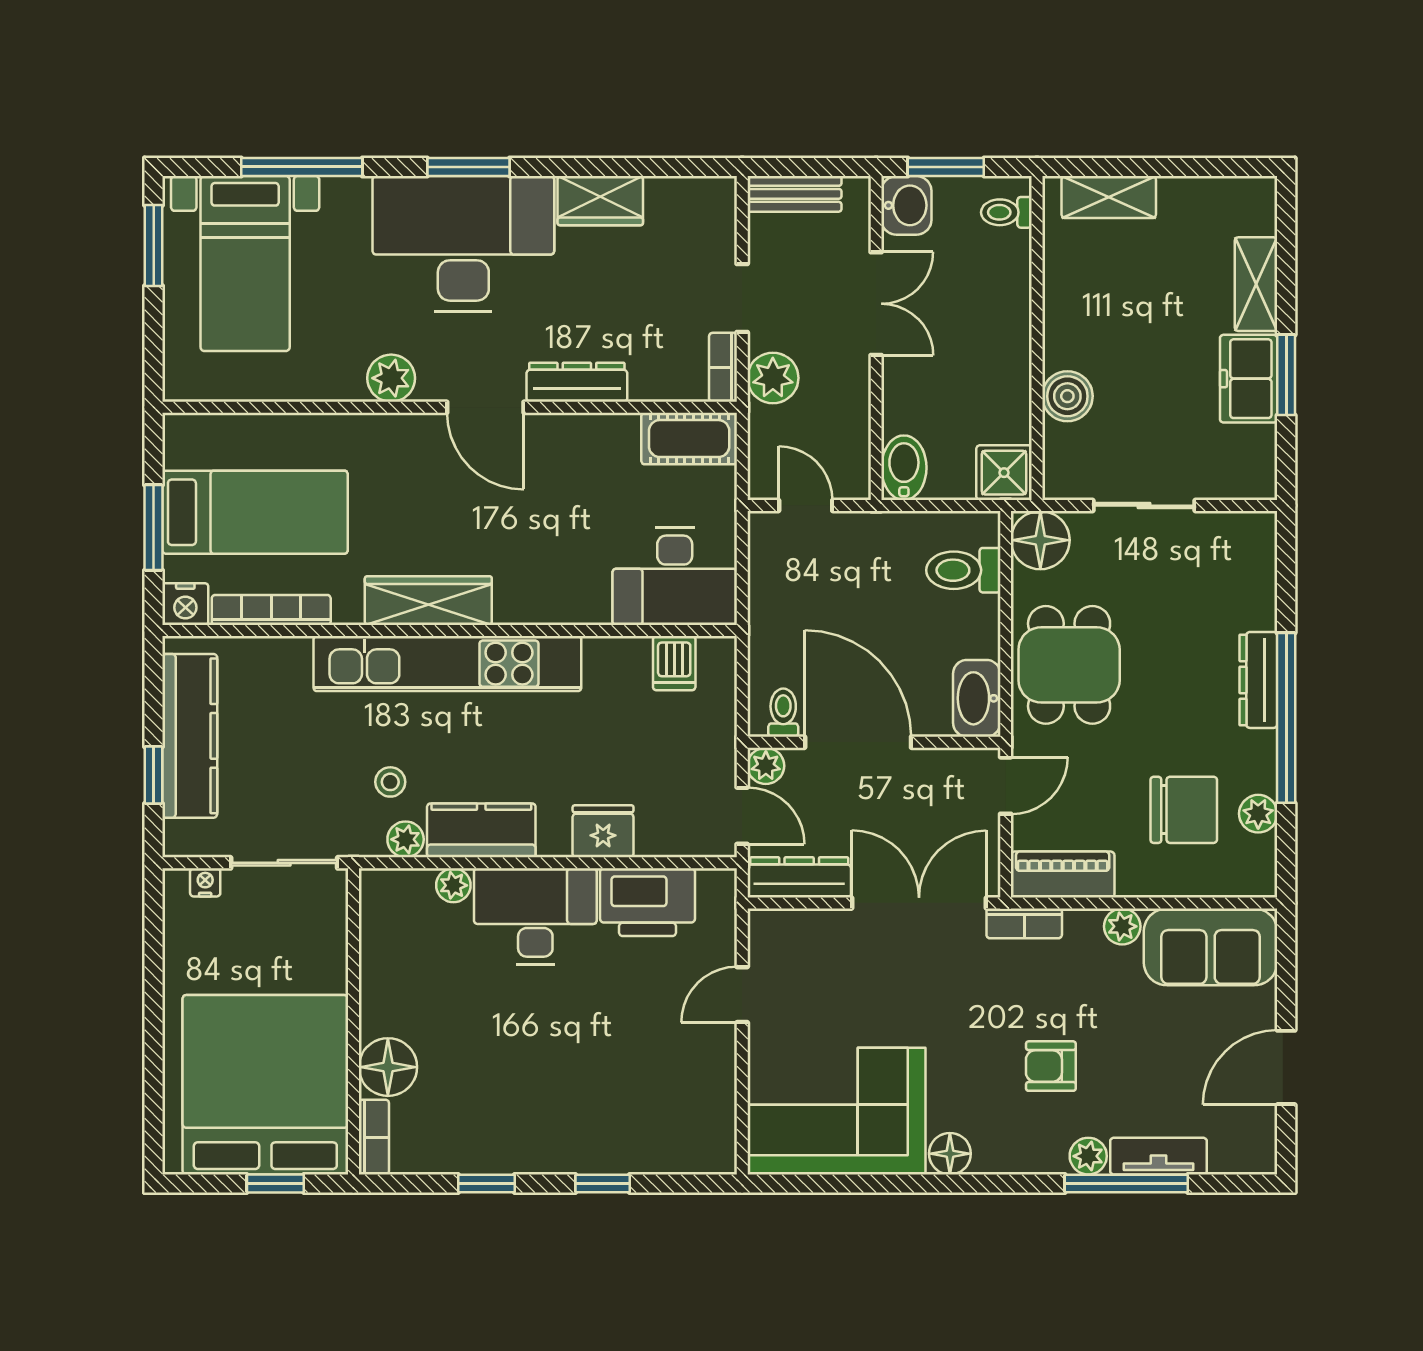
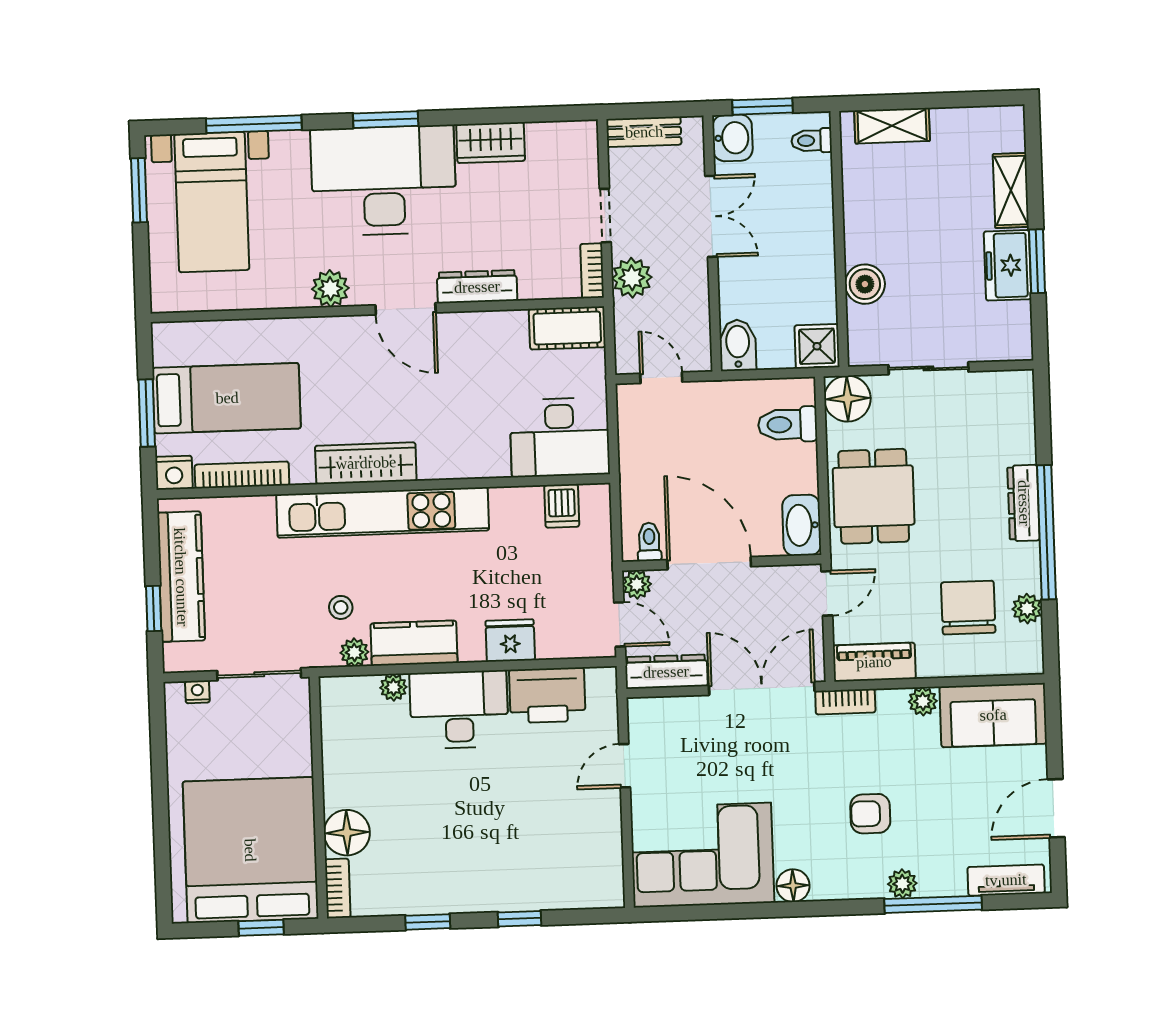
chair: (1184, 810) -> (968, 608), turned -90
tv unit: (1159, 1156) -> (1006, 880), moved

